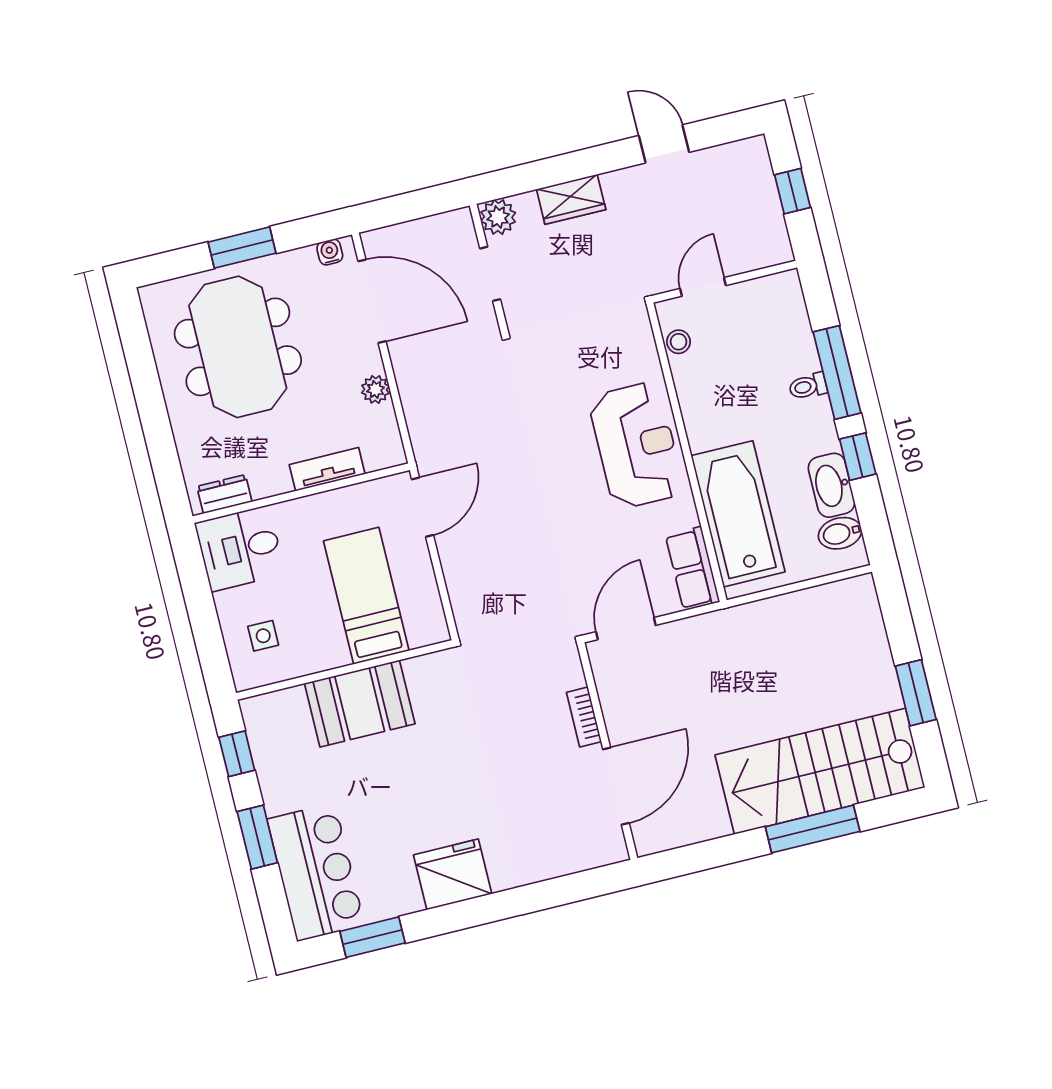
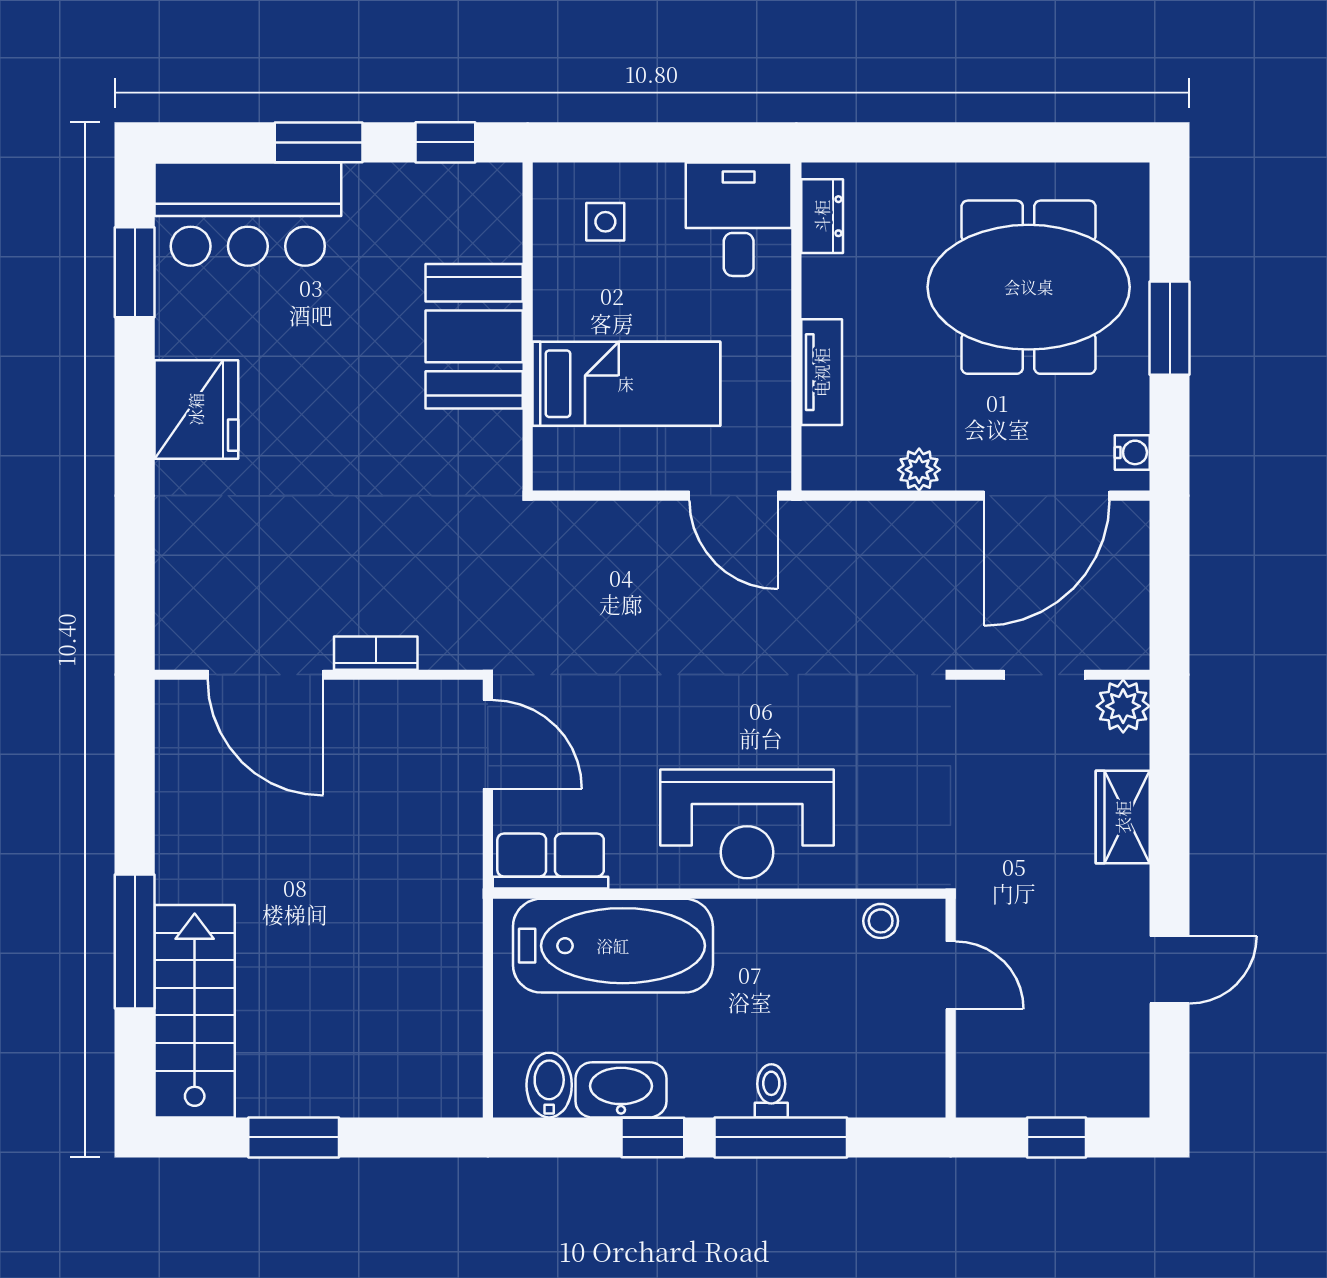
stairs: (820, 771) -> (195, 1011), width x0.73, depth x0.66

